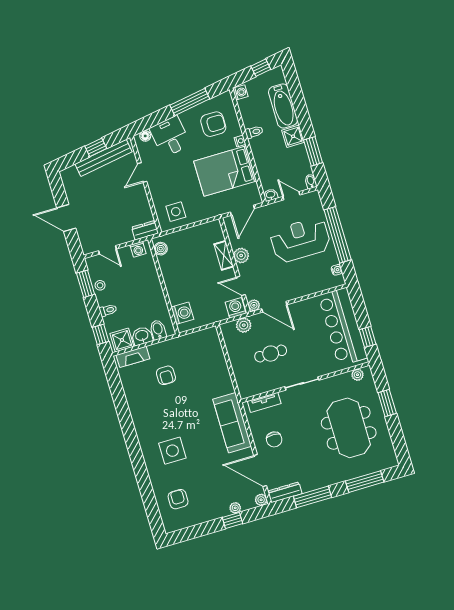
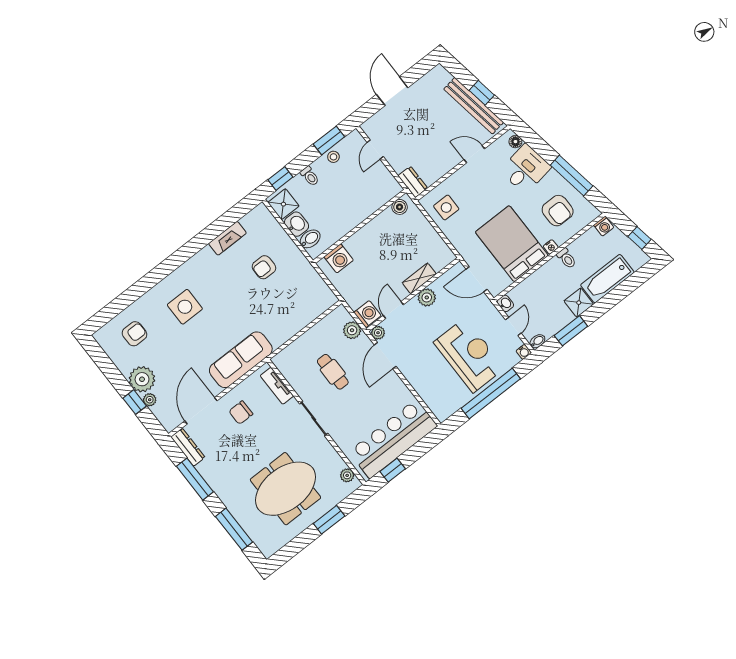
washing machine: (138, 249) -> (389, 183), removed
water cooler: (337, 270) -> (524, 352), moved
fireplace: (133, 357) -> (227, 238), moved, turned -90
plant: (261, 500) -> (142, 379), moved, width x1.88, depth x1.88

